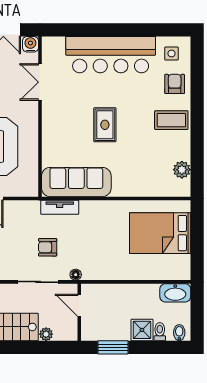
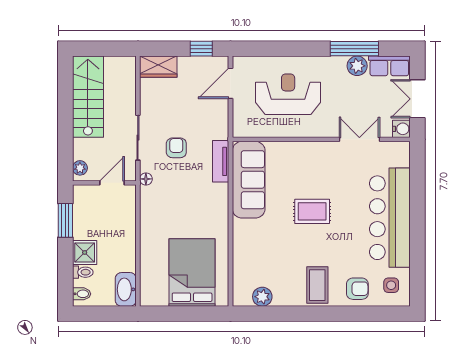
plant: (46, 334) -> (80, 168), moved

